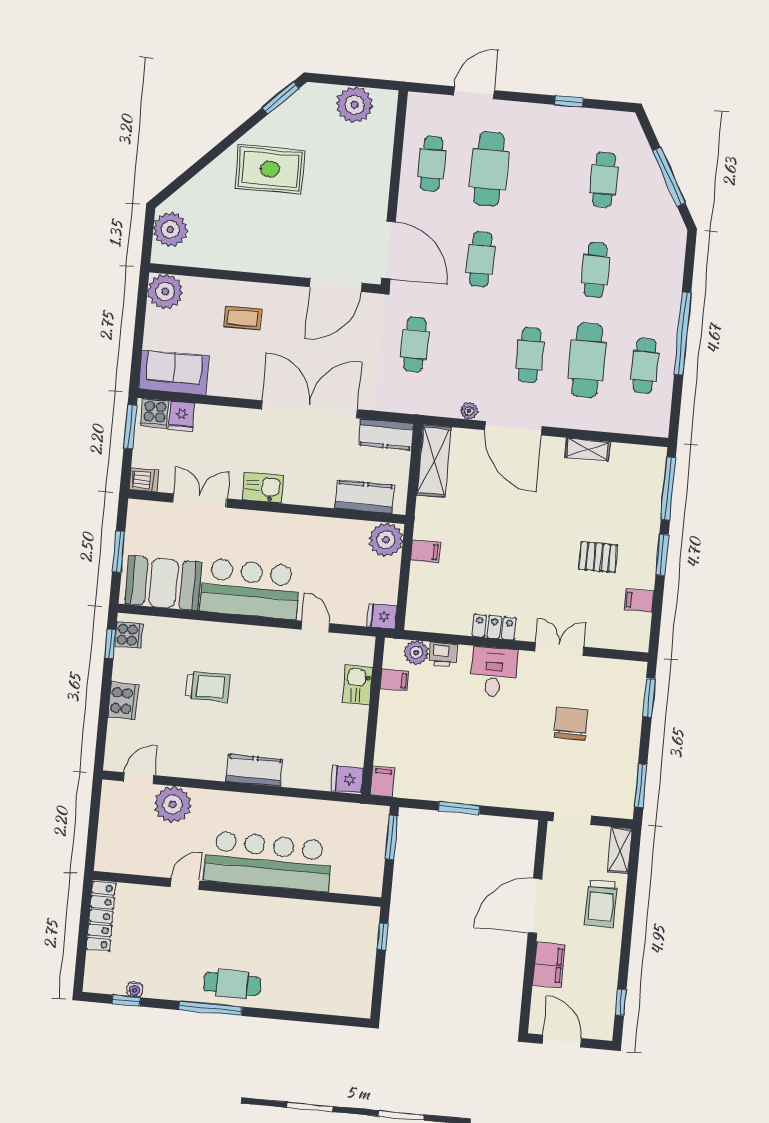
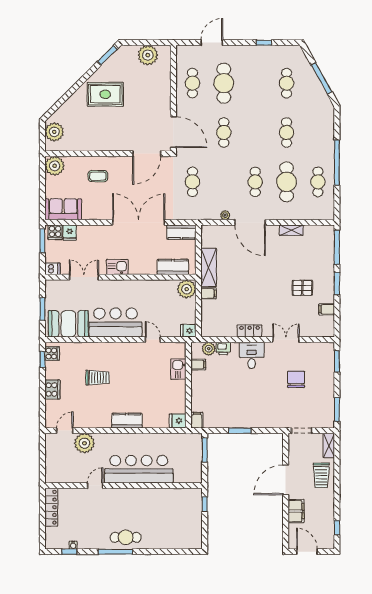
shelving: (434, 461) -> (209, 267), moved

